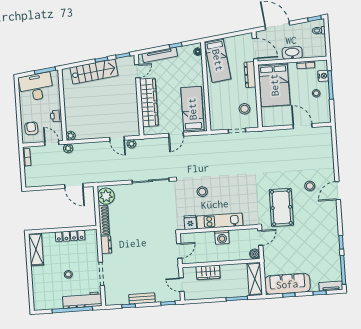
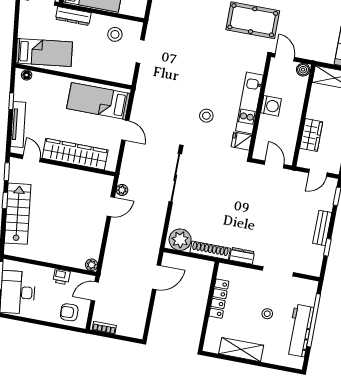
plant: (68, 148) -> (107, 272), removed
shelving: (36, 249) -> (241, 350), moved
workbench: (82, 300) -> (300, 331), moved

